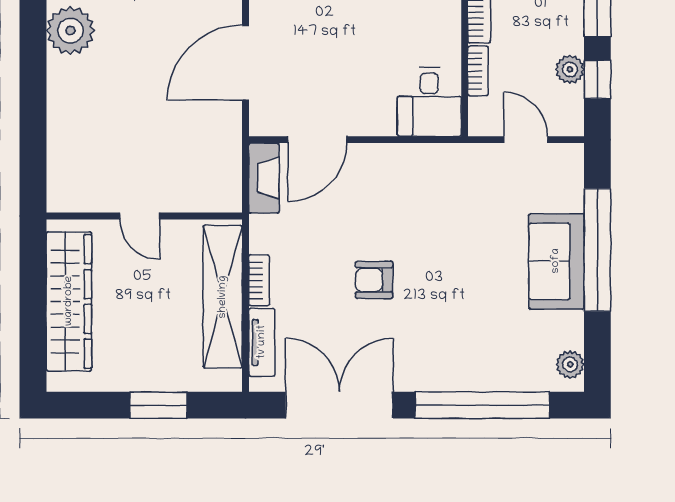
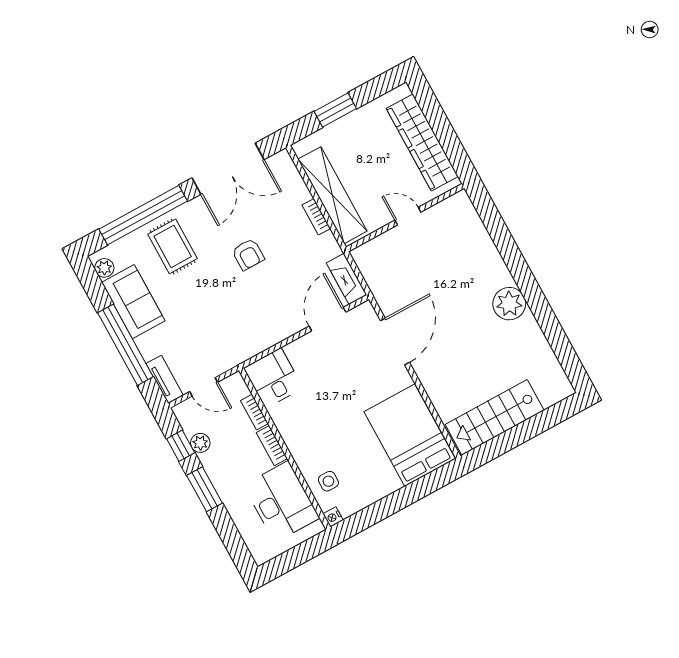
sofa: (556, 261) -> (133, 302), moved
armchair: (374, 280) -> (248, 254), turned 90
tv unit: (262, 342) -> (165, 379), moved, turned 180
rug: (466, 344) -> (173, 246), added

